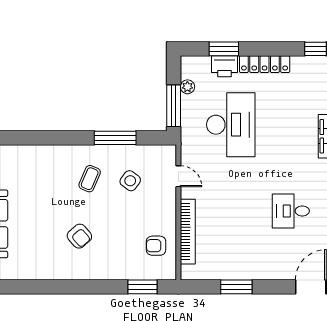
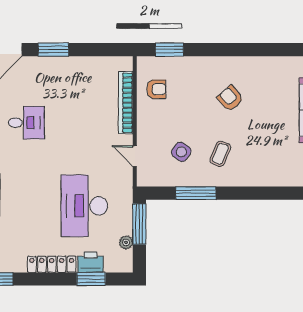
window: (236, 287) -> (53, 50), moved

